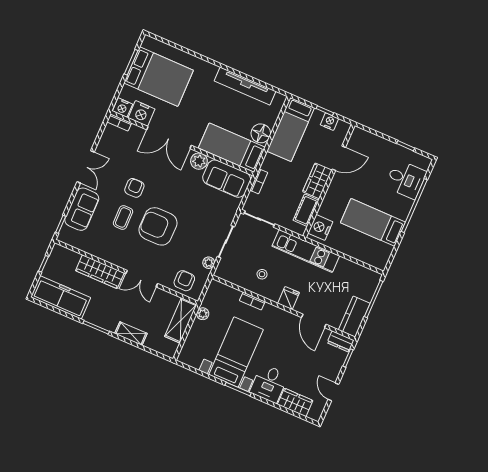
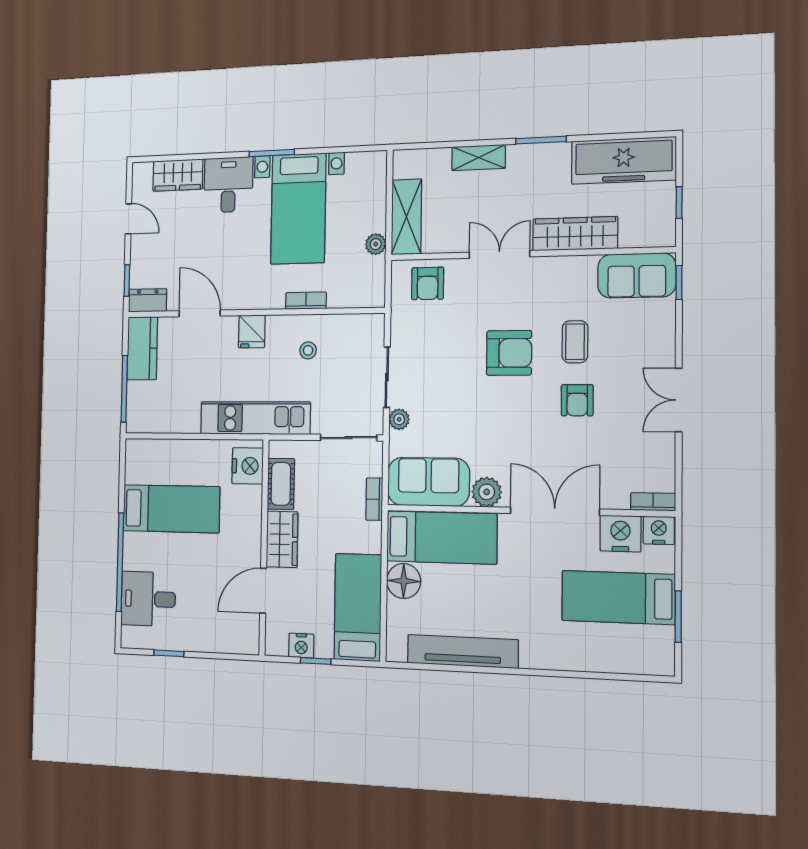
bed: (159, 77) -> (618, 598), width x0.67
sofa: (82, 209) -> (637, 276), moved, turned -90
armchair: (158, 226) -> (509, 353), width x0.73, depth x0.73
plant: (209, 263) -> (399, 419), moved

